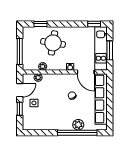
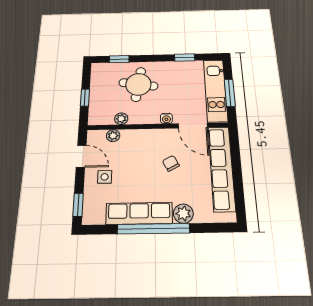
window: (94, 24) -> (185, 57), moved
window: (20, 52) -> (85, 98), width x0.46
door: (20, 90) -> (81, 156), hinge flipped
window: (20, 109) -> (78, 205), moved
row of seats: (54, 124) -> (139, 213), added
window: (77, 133) -> (153, 229), moved

